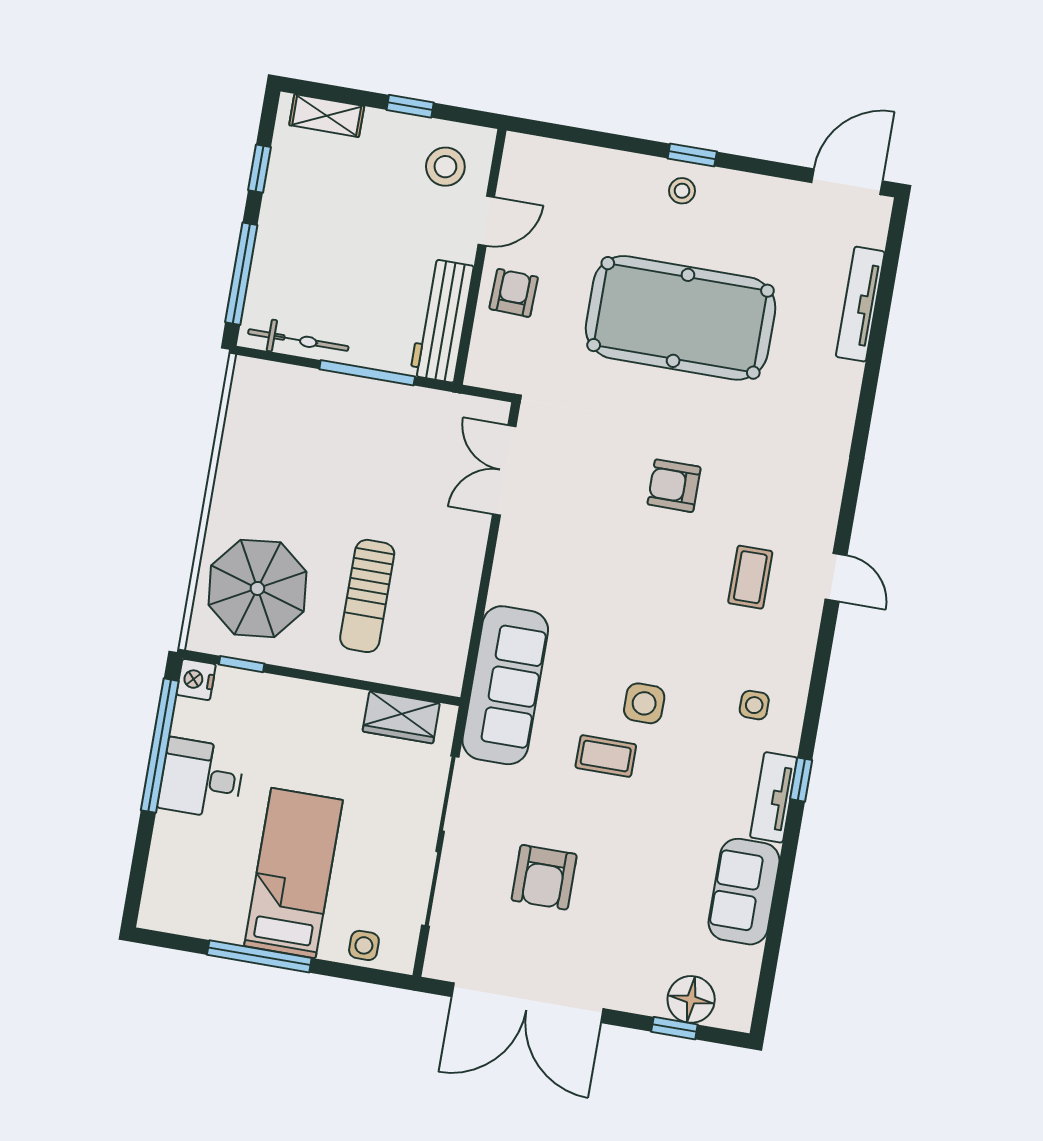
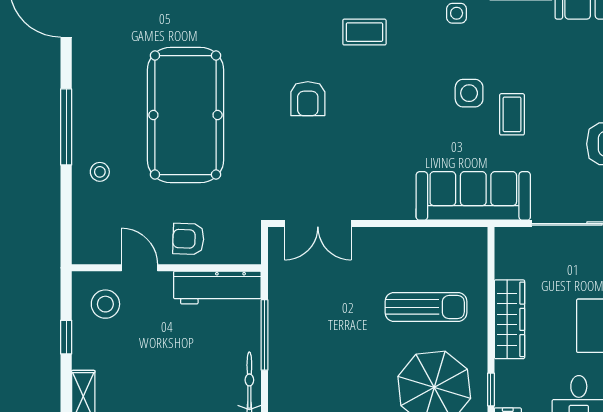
window: (692, 155) -> (66, 127), width x2.17
stool: (682, 191) -> (100, 172), moved
wardrobe: (401, 717) -> (509, 319), moved, width x1.50

